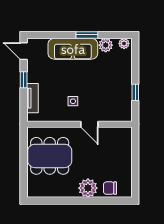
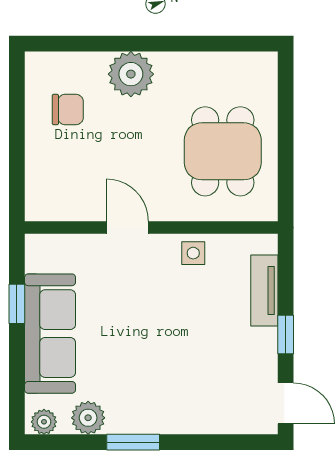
sofa: (73, 49) -> (50, 334), moved, turned 90
side table: (73, 101) -> (193, 253), moved
dining table: (50, 156) -> (223, 151), width x0.73
chair: (110, 188) -> (68, 109), moved

